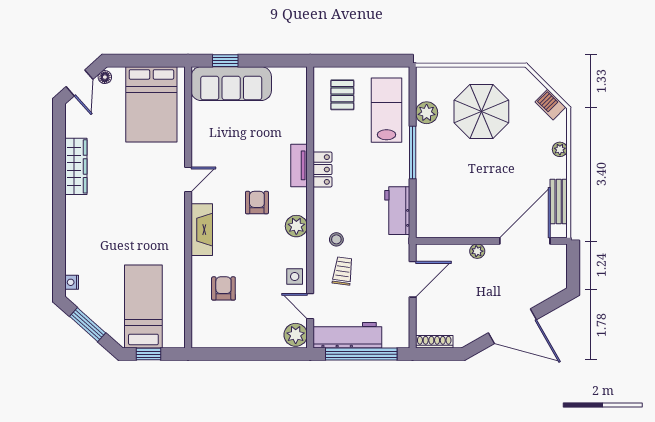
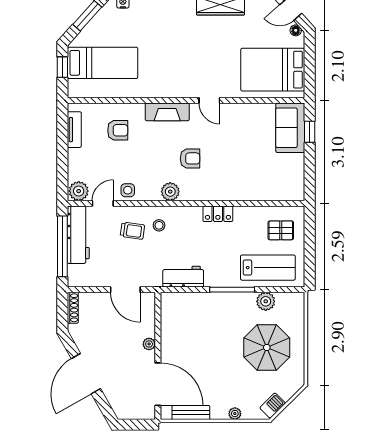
sofa: (231, 84) -> (290, 128), width x0.73
tv unit: (299, 165) -> (74, 130), moved, turned 90

